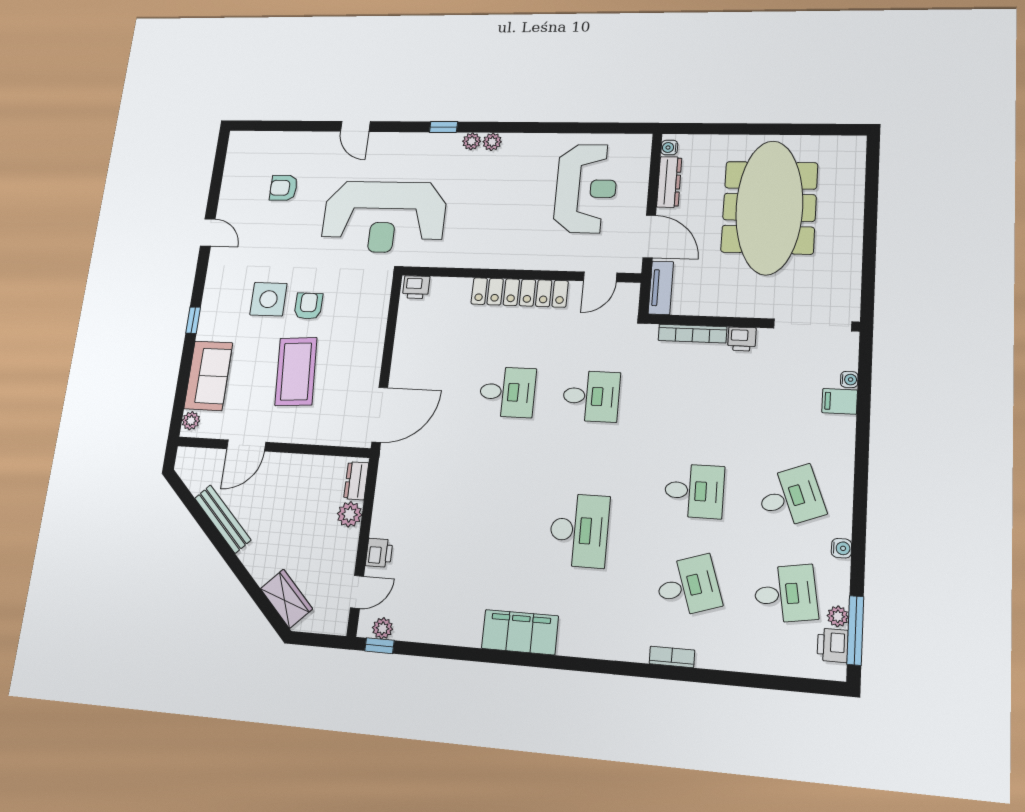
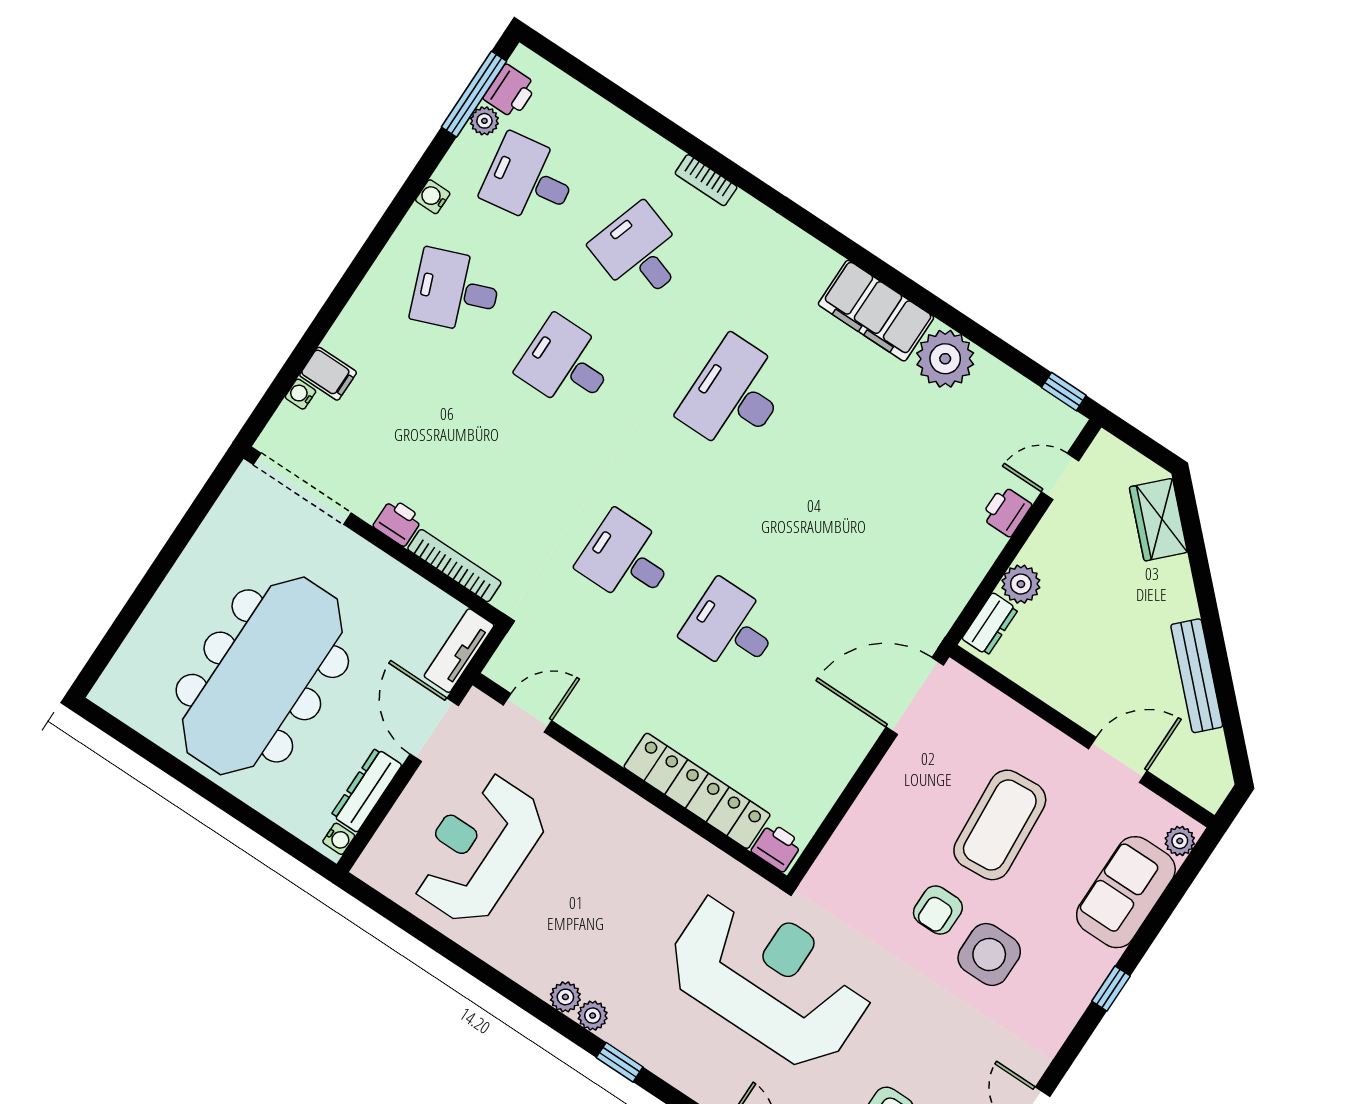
locker: (519, 292) -> (697, 791), moved
desk: (688, 586) -> (640, 253), turned 36
plant: (383, 628) -> (945, 359), moved, width x1.88, depth x1.88

